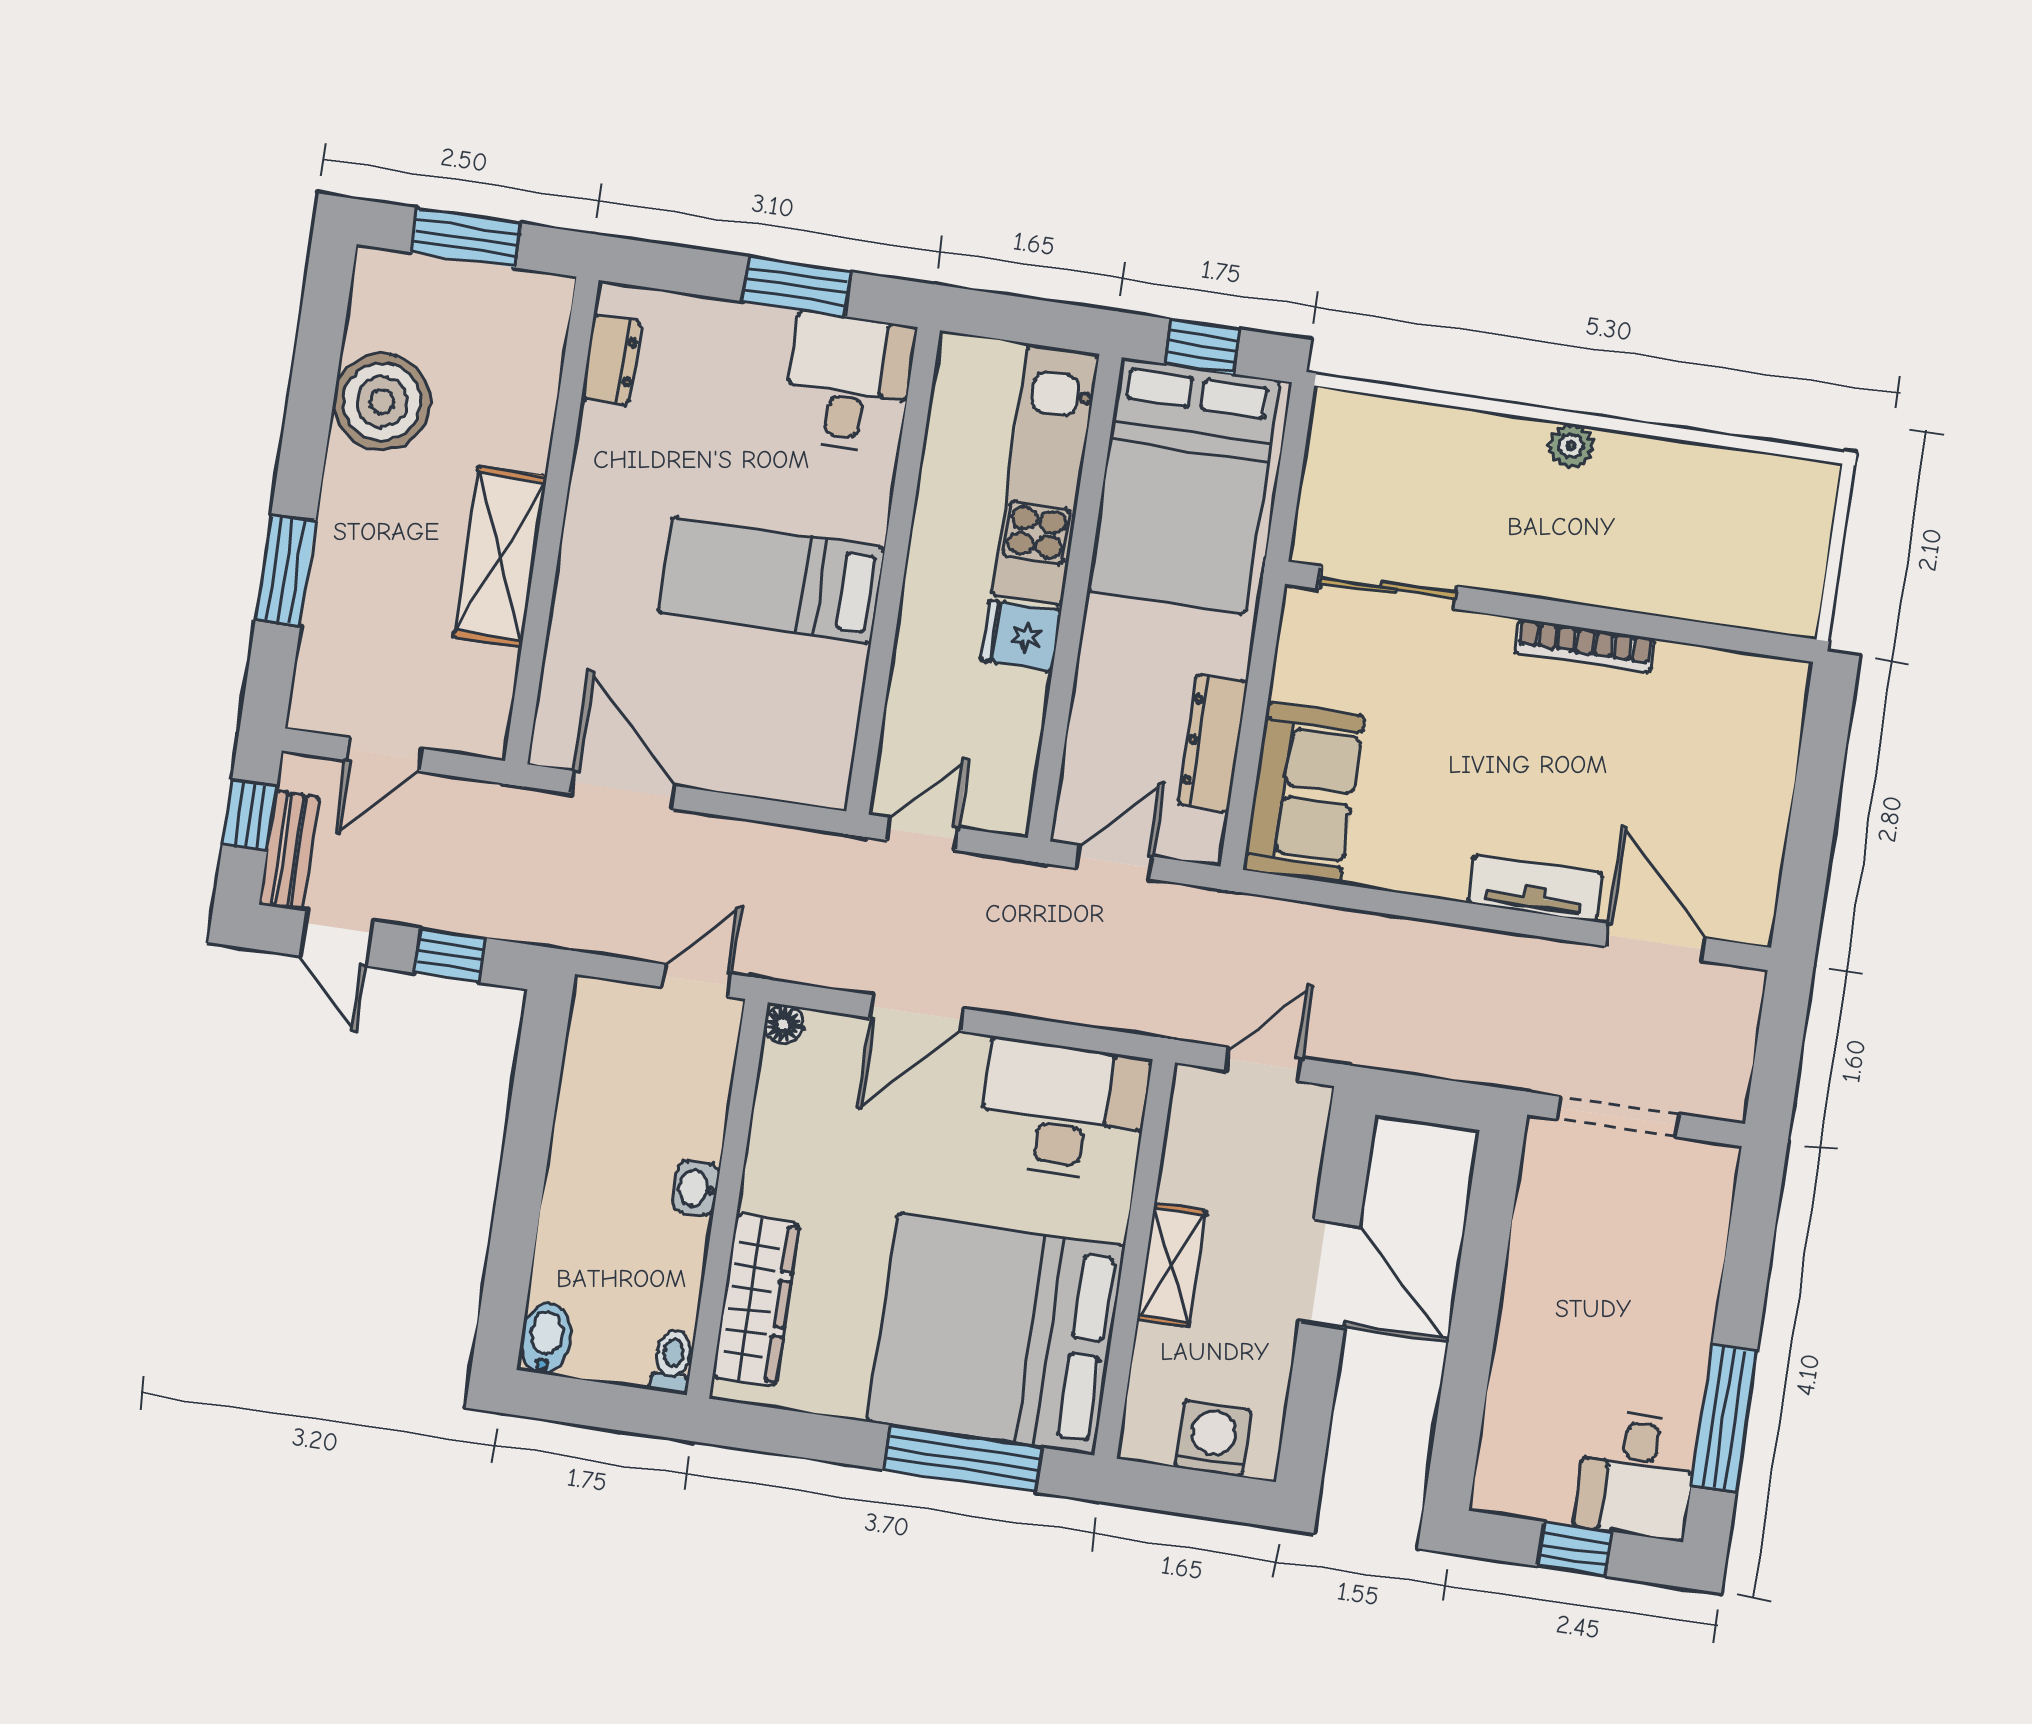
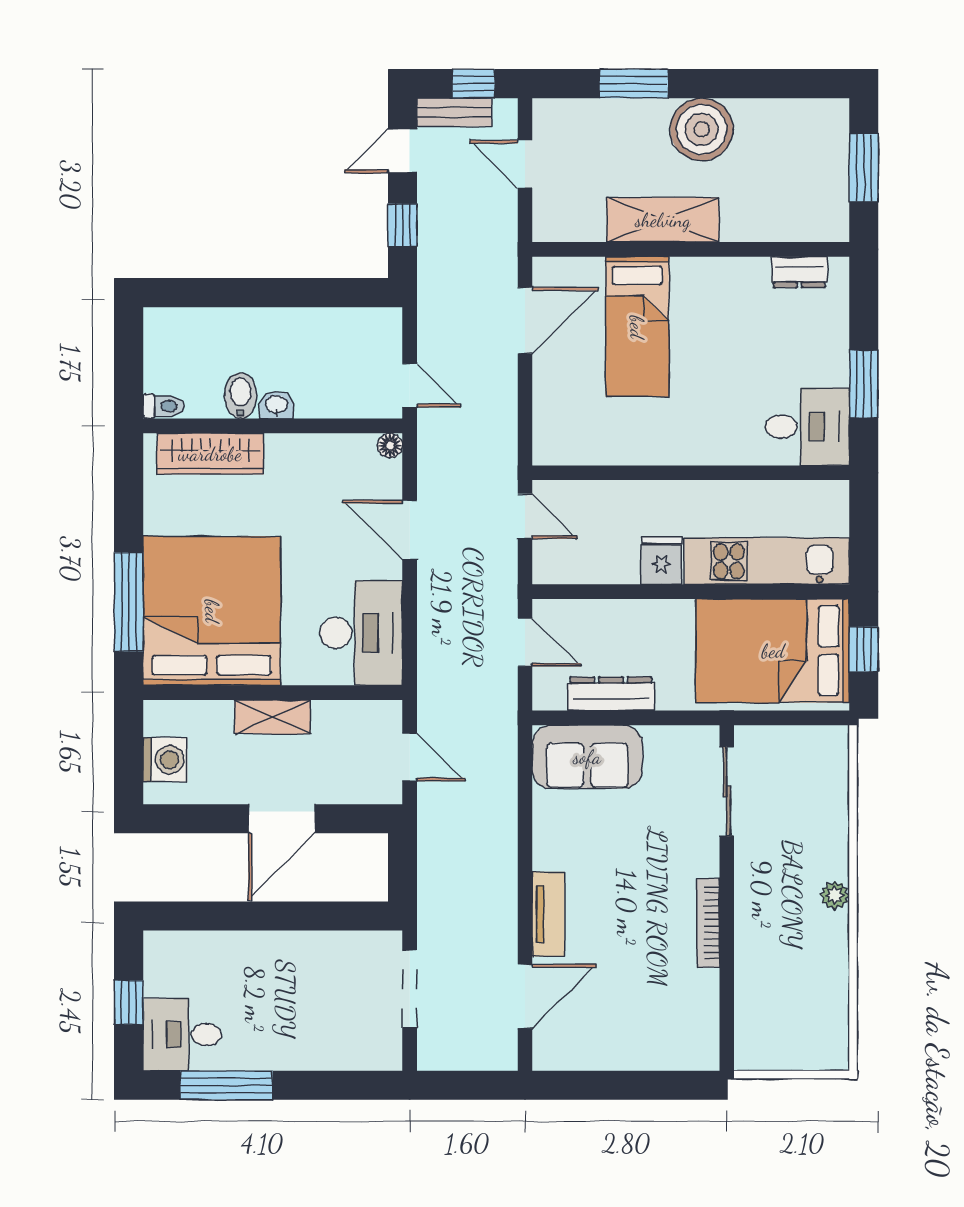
boiler: (382, 402) -> (702, 129), moved
bed: (771, 580) -> (637, 327), moved, turned 180
bidet: (546, 1338) -> (241, 396), moved, turned -90

